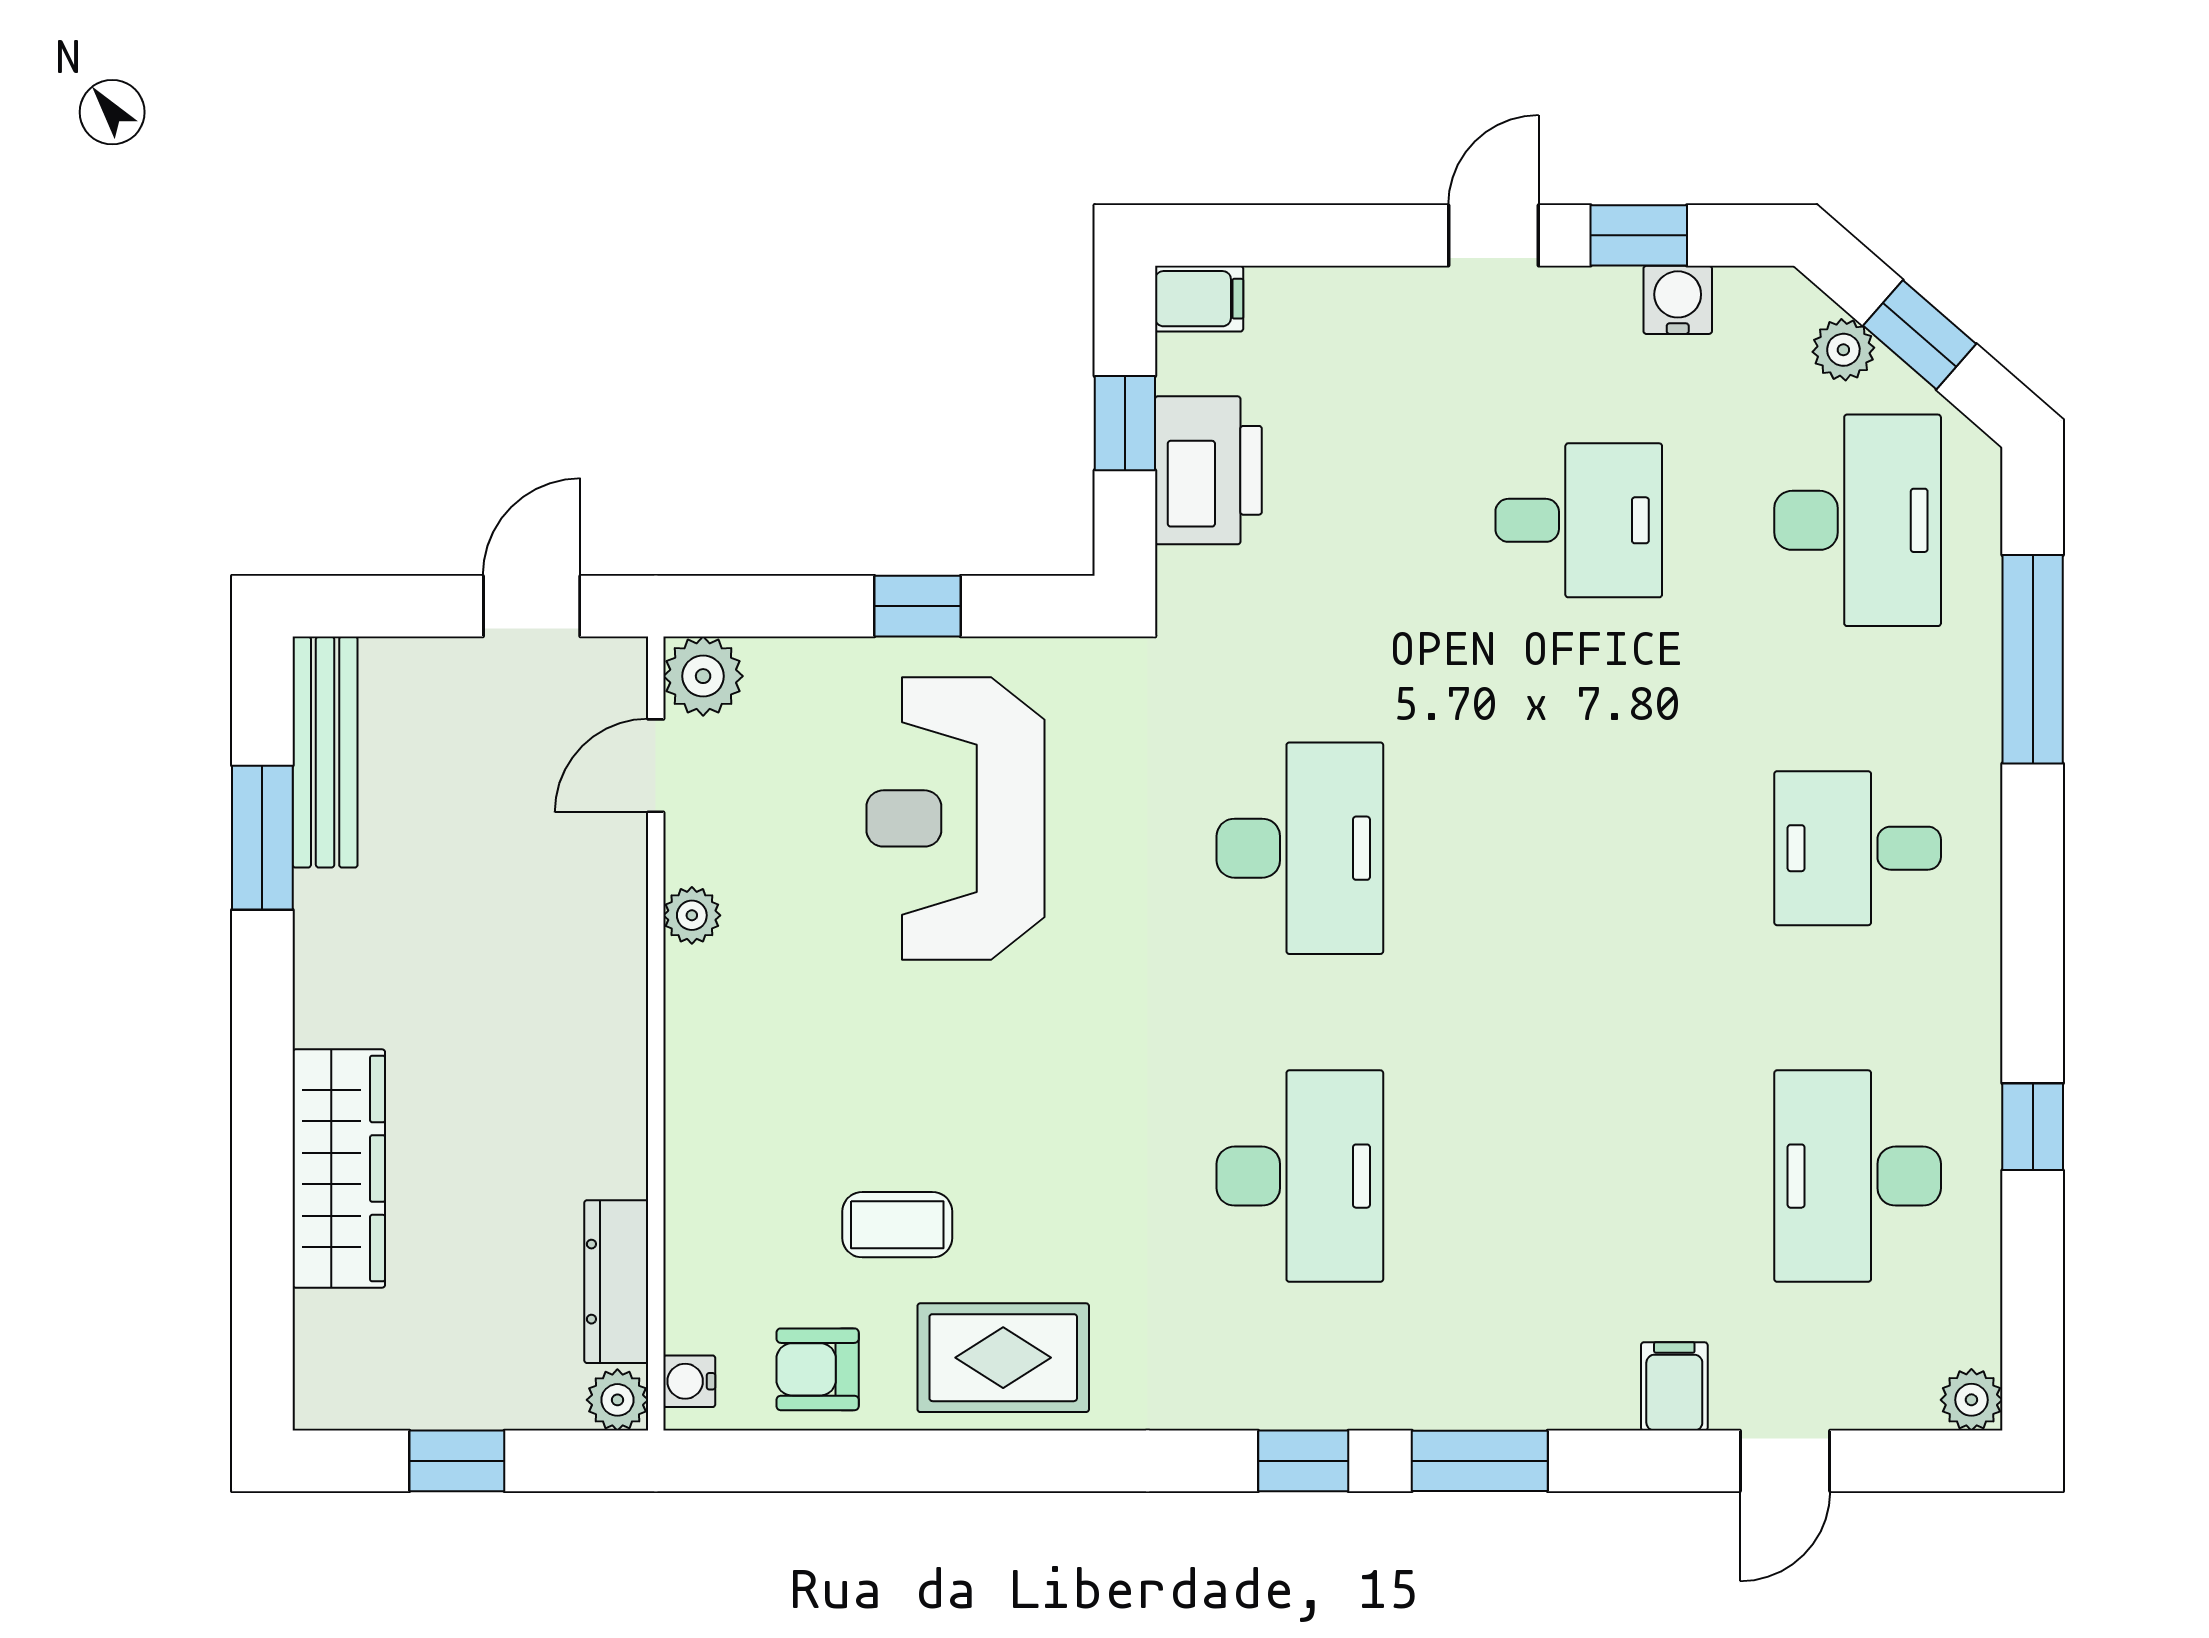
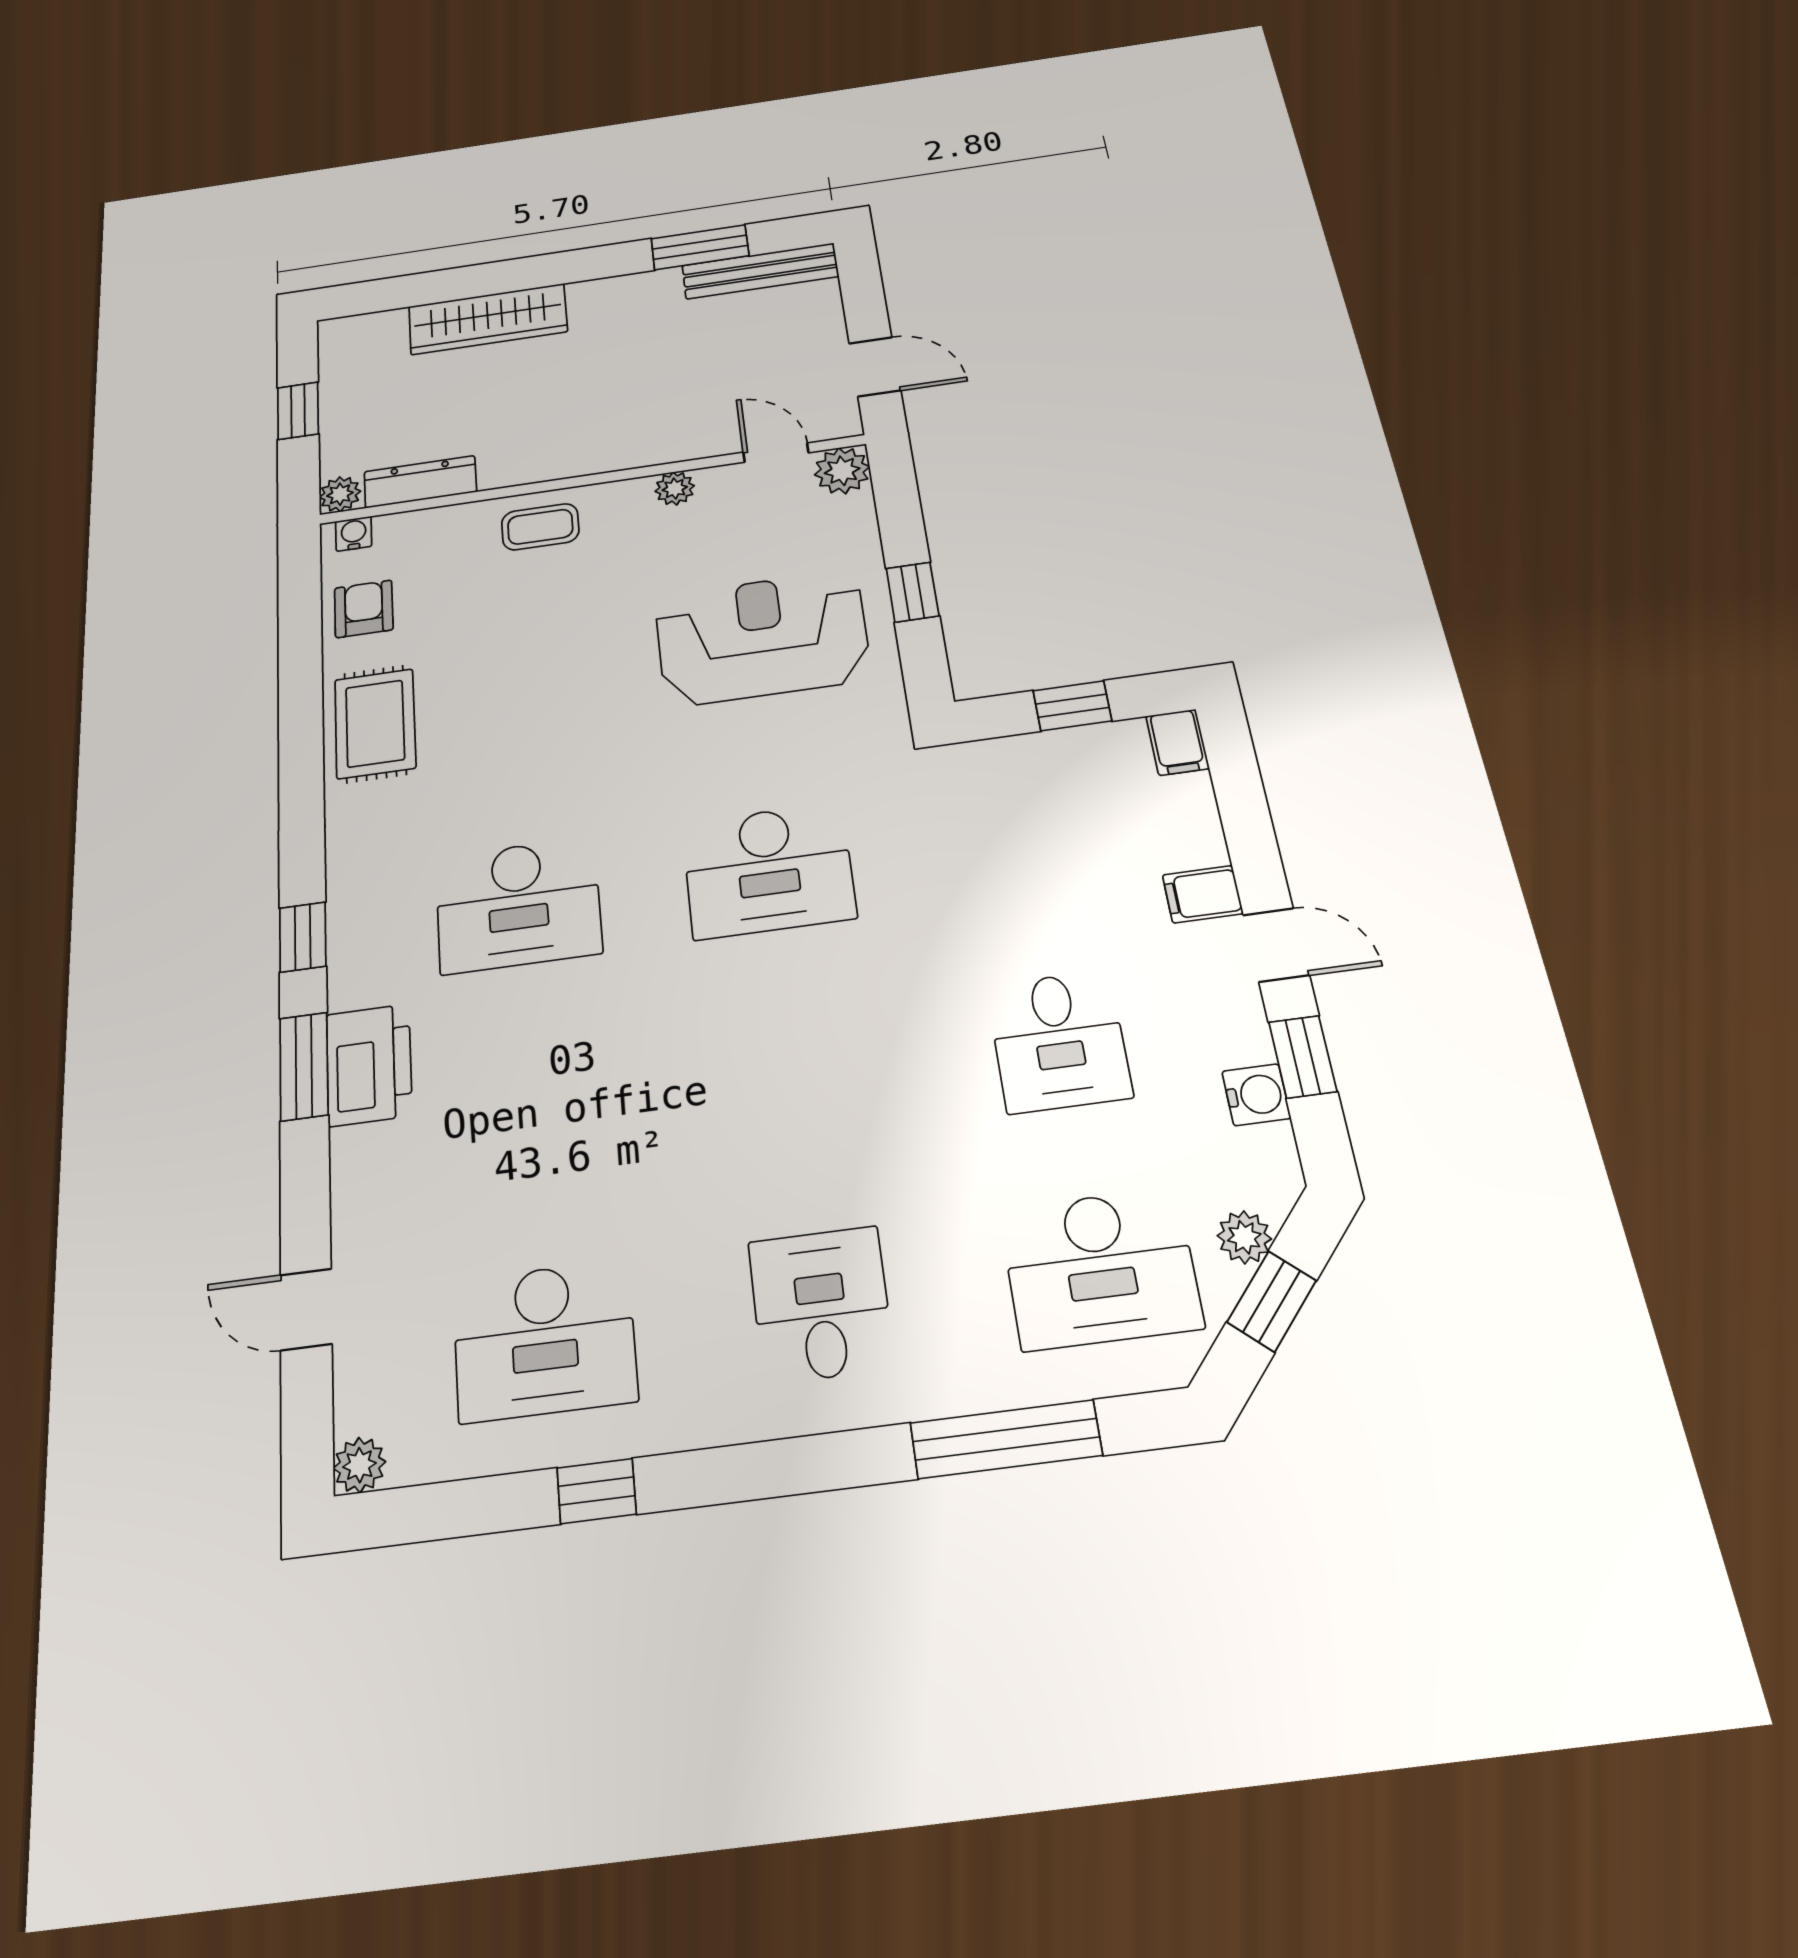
printer: (1208, 470) -> (369, 1065), moved, turned -90
desk: (1858, 1176) -> (544, 1340), turned 180
coffee table: (897, 1225) -> (540, 527), moved, turned 90
filing cabinet: (1674, 1386) -> (1203, 894), moved, turned 180

